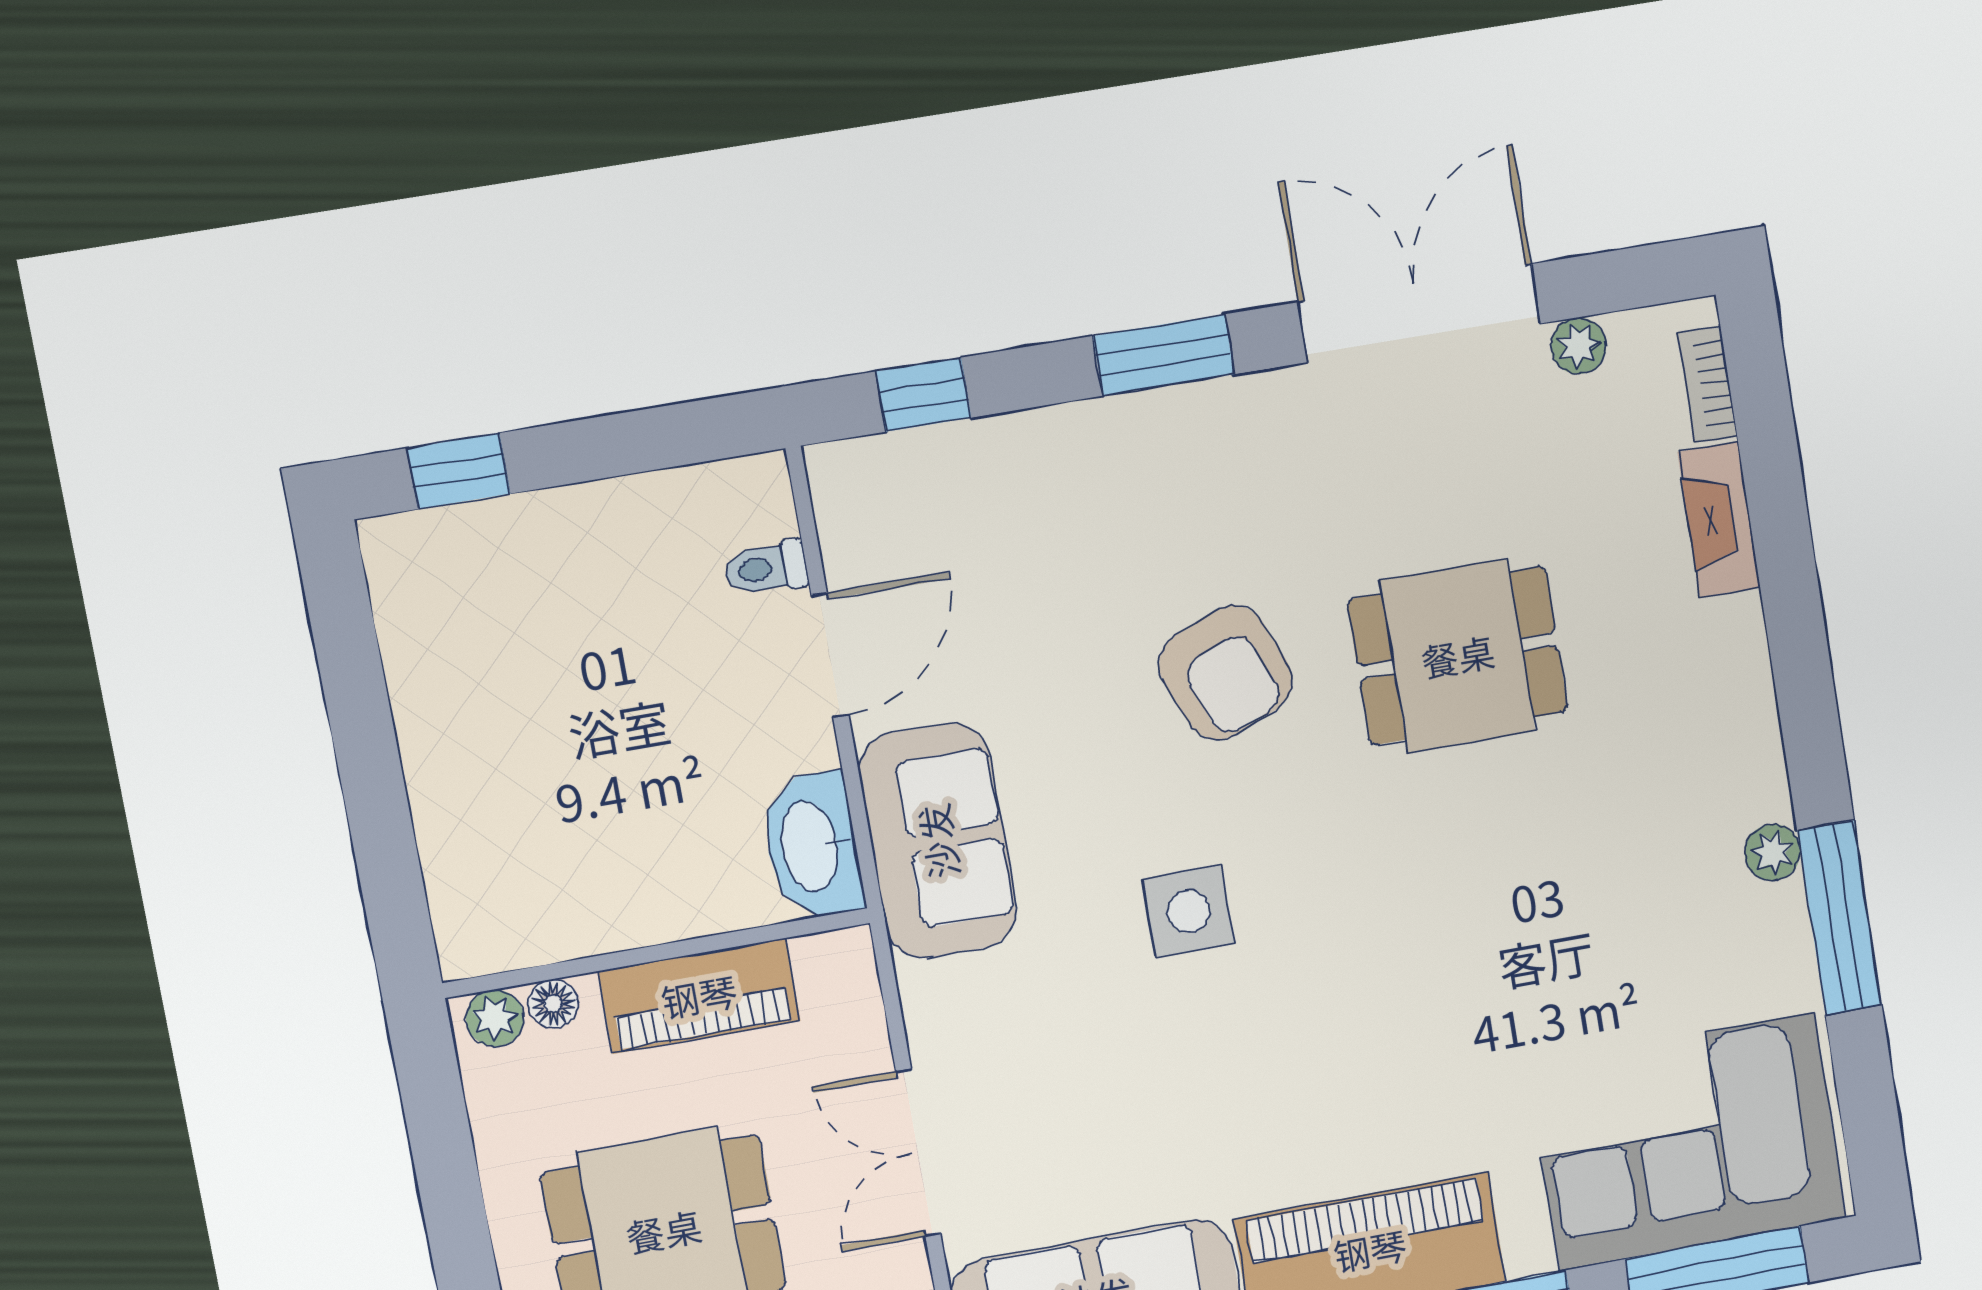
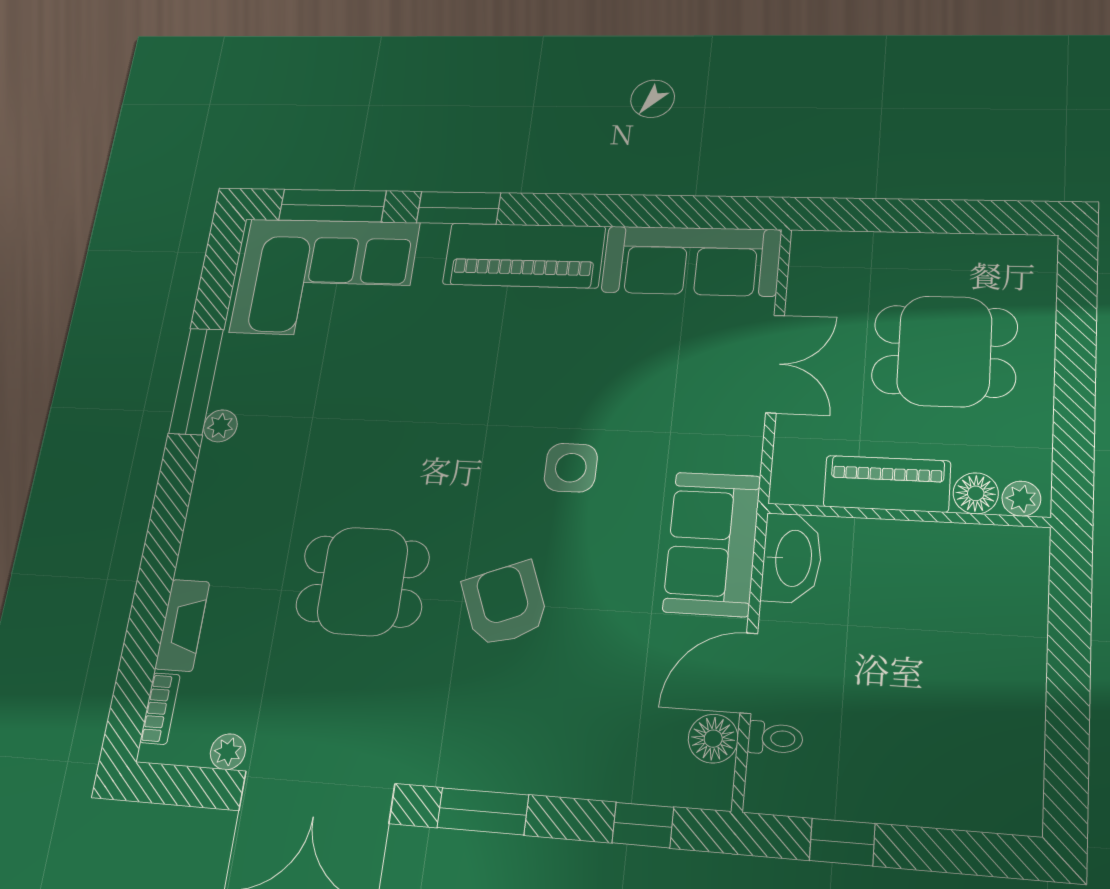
window: (459, 471) -> (842, 842), moved
floor lamp: (856, 545) -> (713, 739), added
floor lamp: (553, 1004) -> (976, 493), width x1.37, depth x1.37

